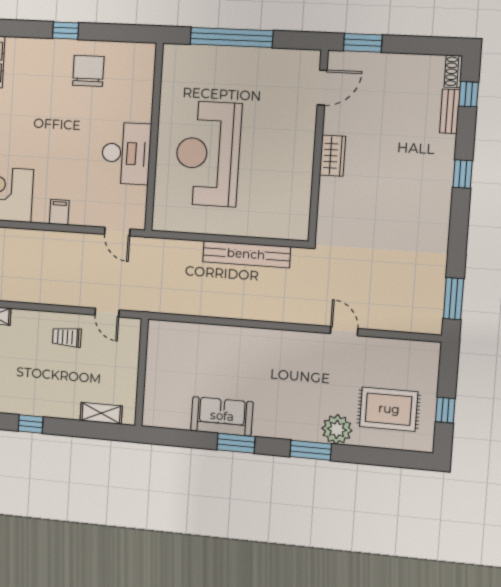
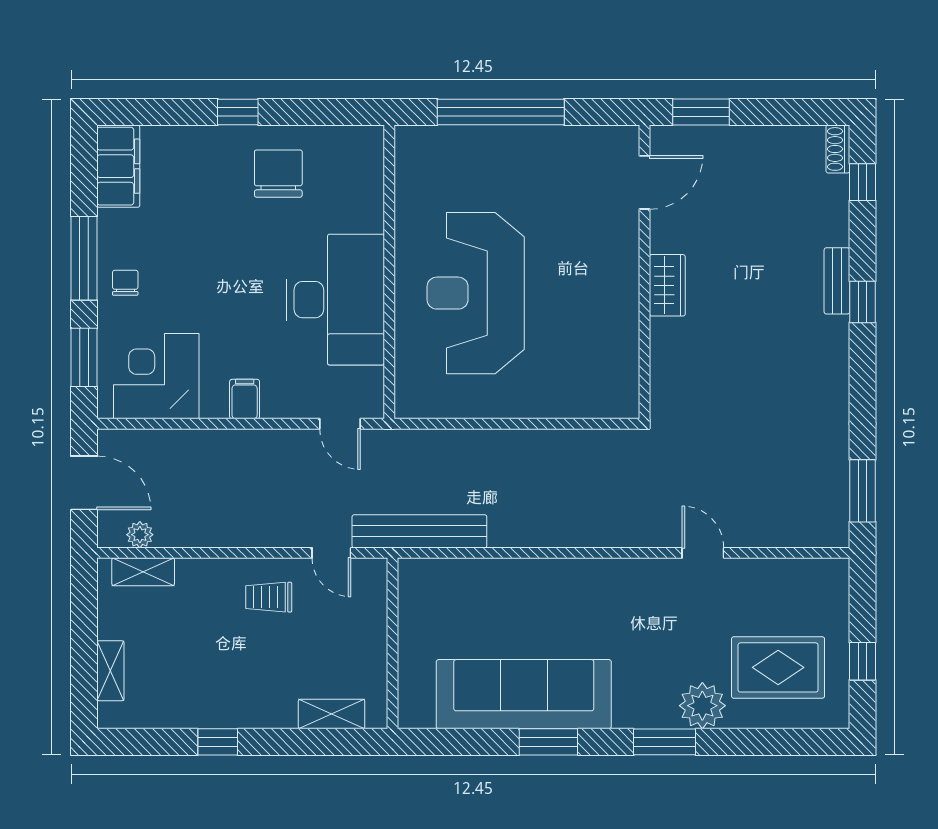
bench: (450, 111) -> (837, 281), moved
desk: (126, 153) -> (335, 300), width x1.36, depth x1.30
bench: (246, 254) -> (419, 531), moved
sofa: (222, 416) -> (524, 694), width x1.85, depth x1.27

